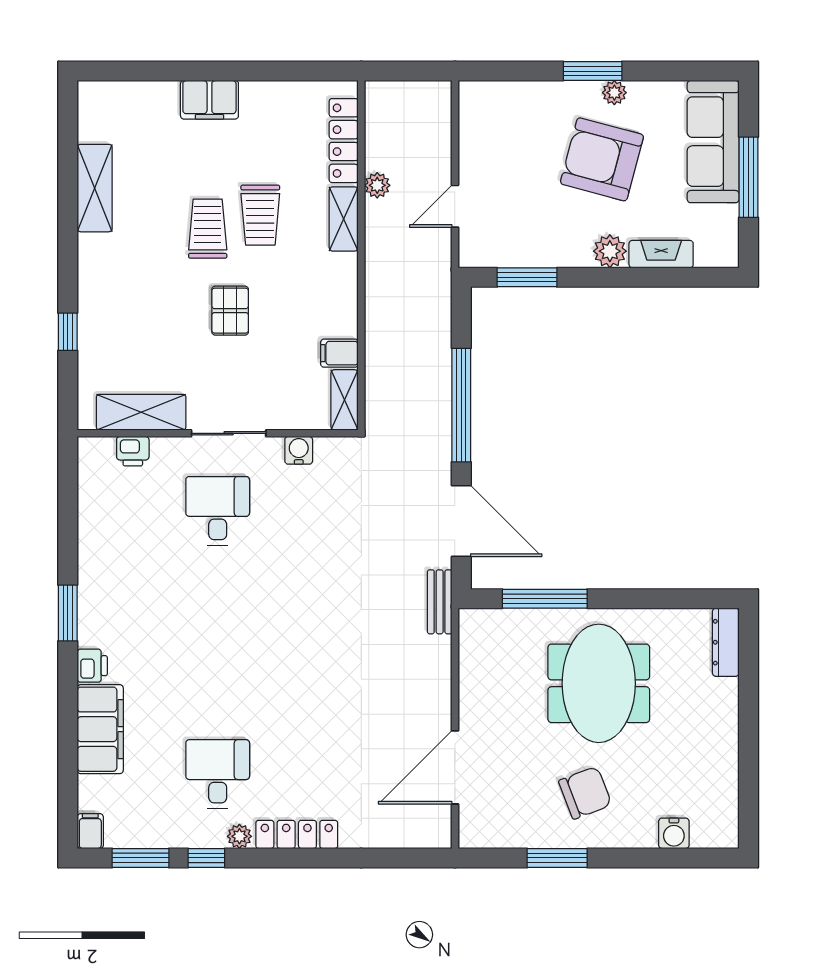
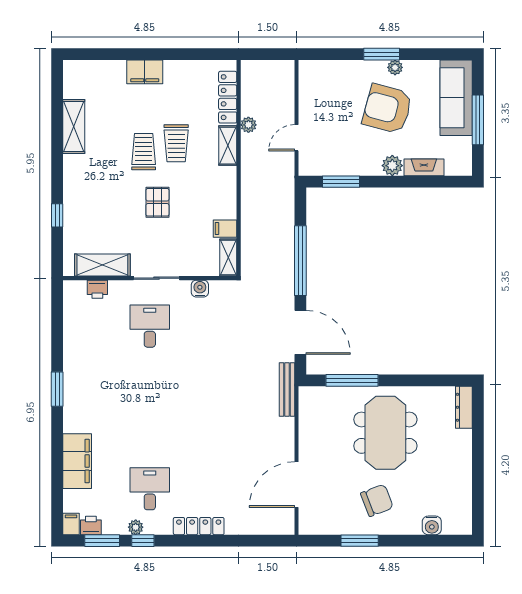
bench: (440, 602) -> (287, 389), width x1.36
printer: (92, 666) -> (91, 525), moved, turned -90
plant: (239, 836) -> (136, 527), moved

